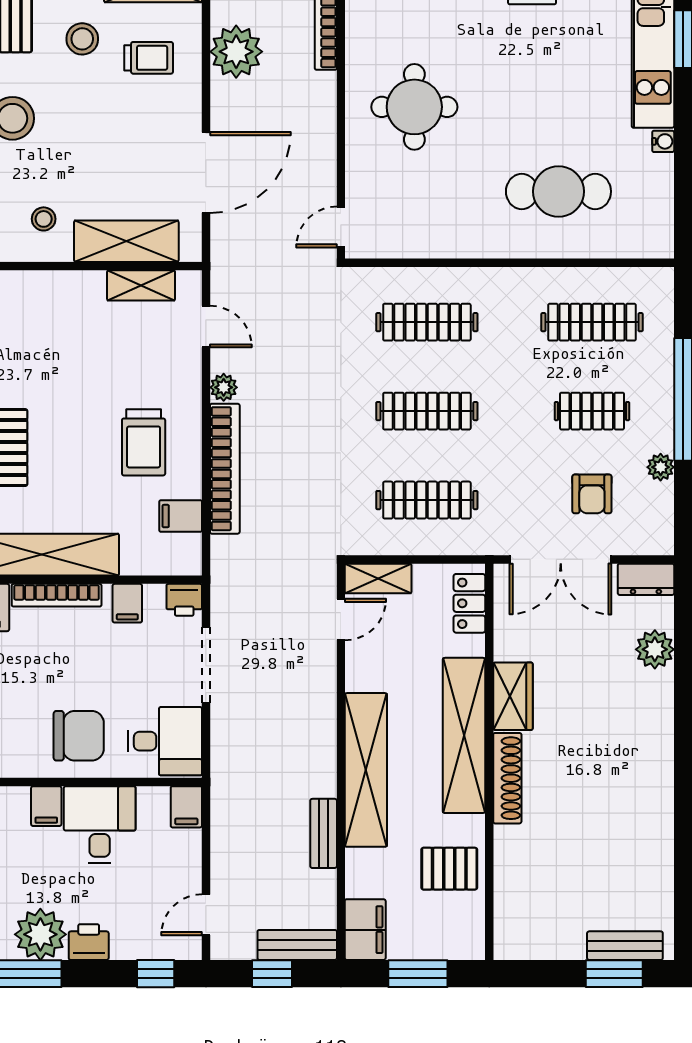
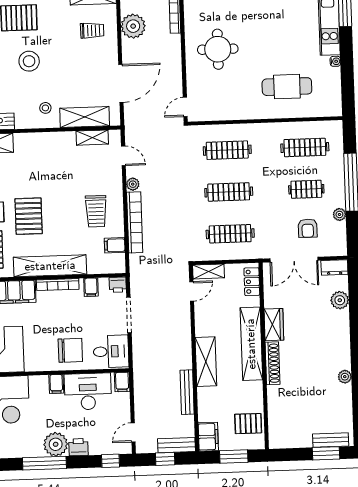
stool: (82, 39) -> (61, 23), removed
shelving: (366, 770) -> (206, 362), width x0.68
plant: (660, 812) -> (345, 377), added
desk: (100, 825) -> (88, 391), width x1.37
bench: (324, 833) -> (187, 392), width x1.36
pallet: (449, 869) -> (248, 424), moved

